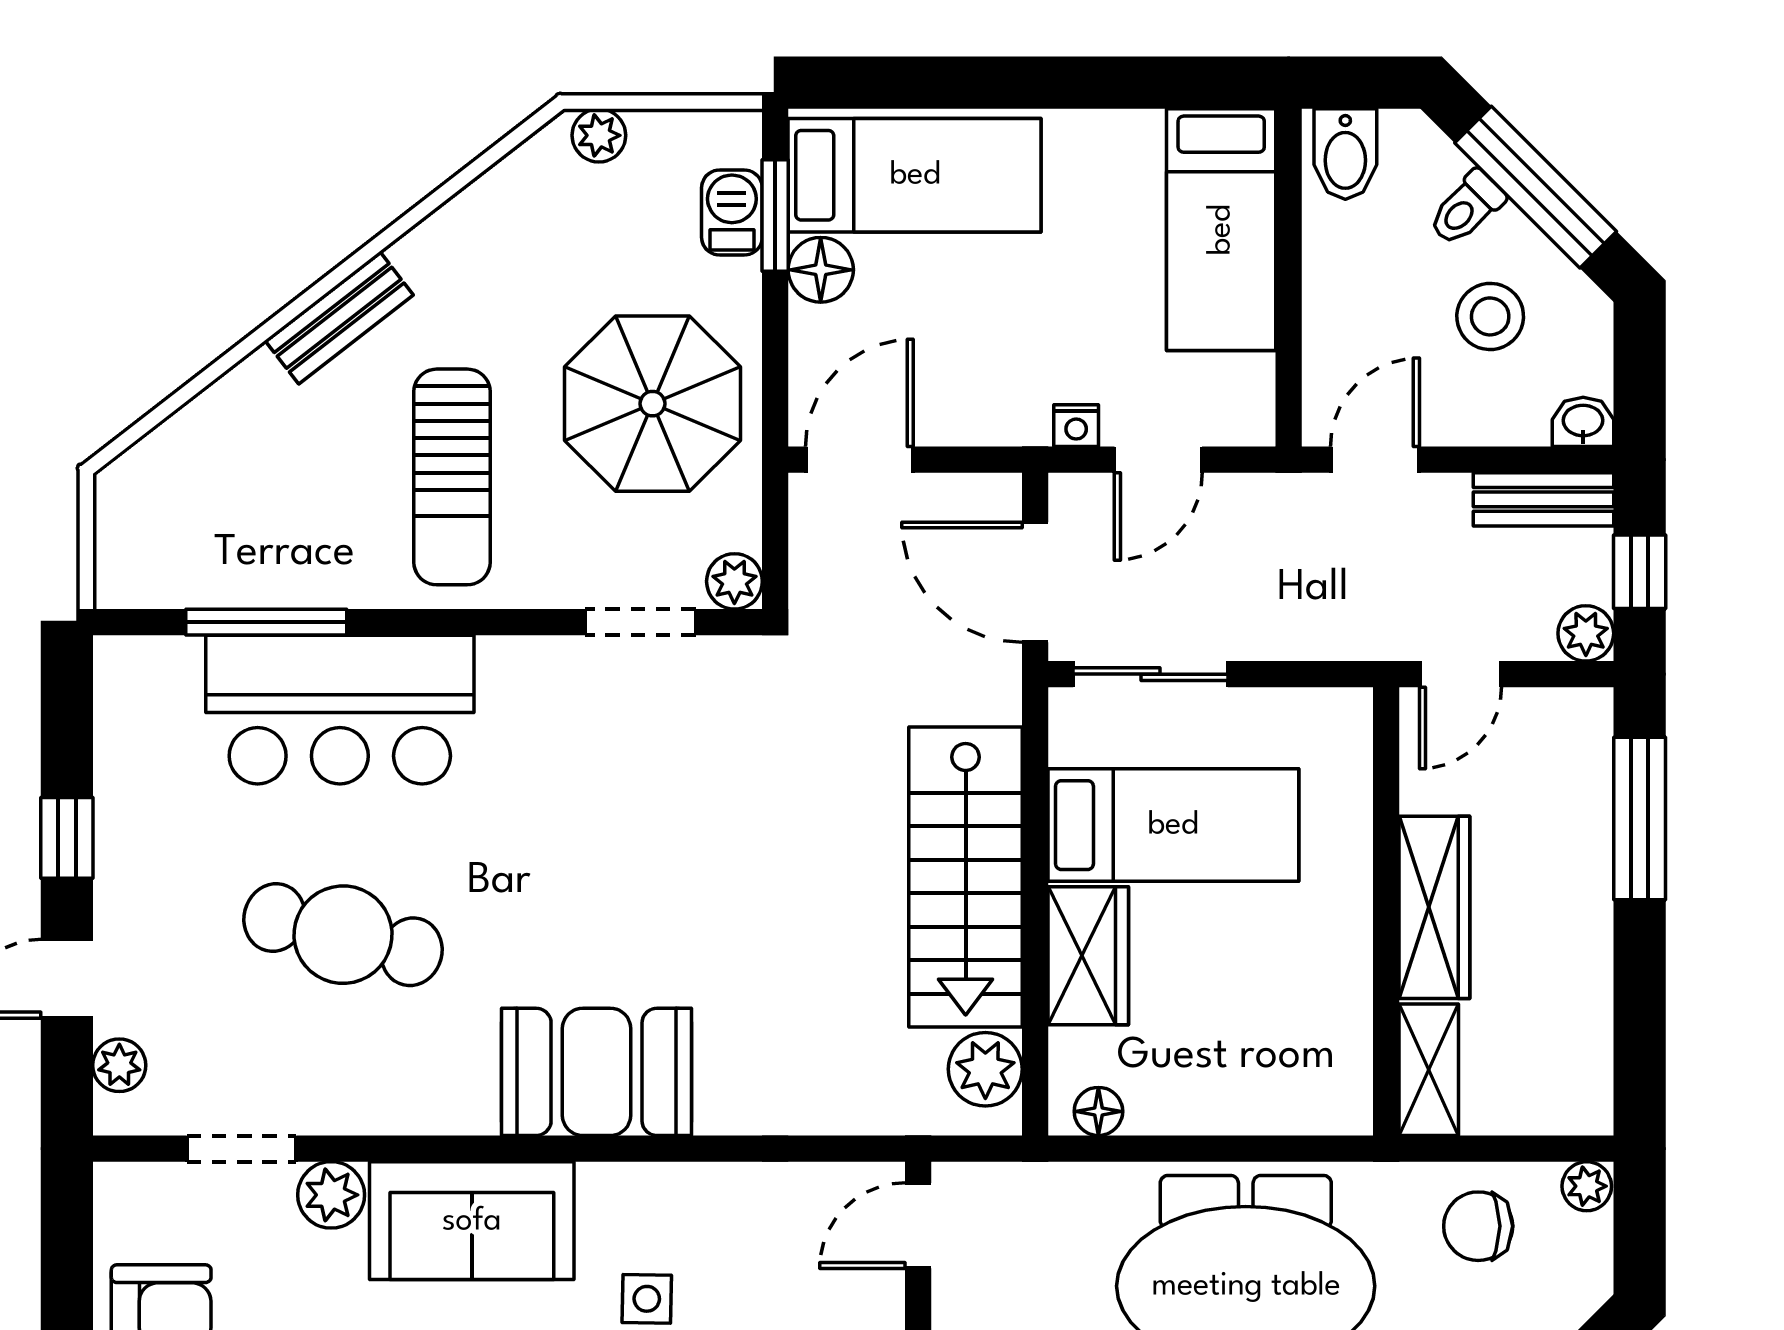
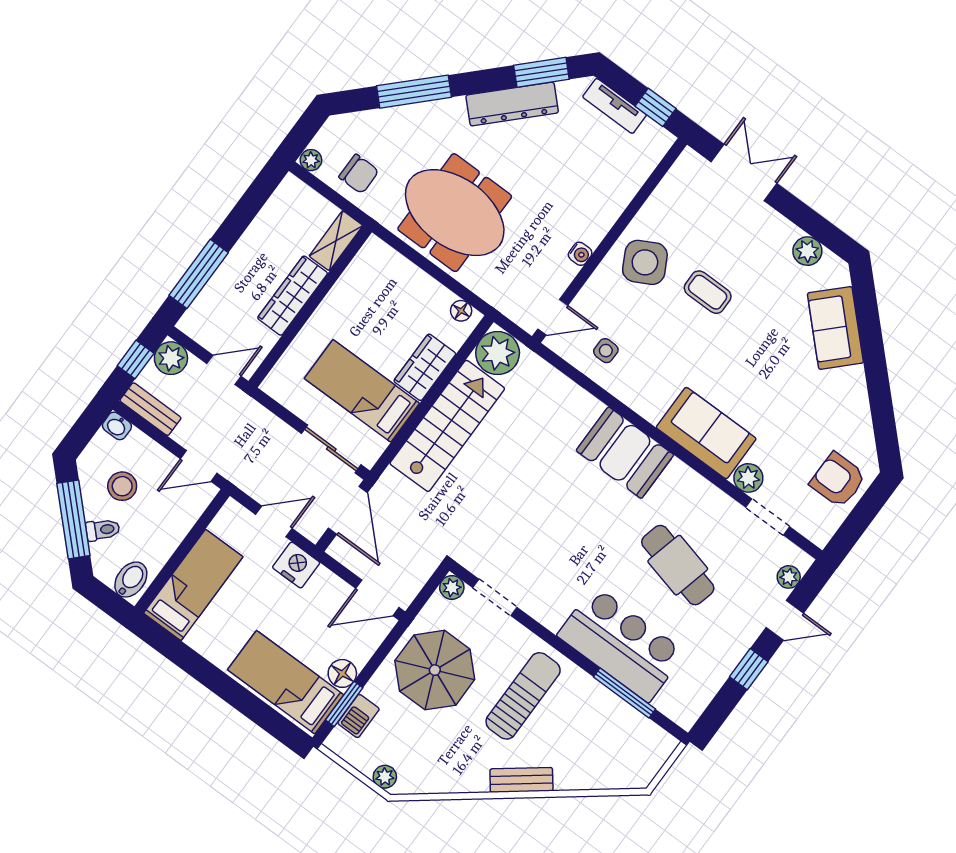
nightstand: (1076, 426) -> (296, 565), width x1.89, depth x1.79
plant: (1586, 633) -> (171, 358), width x1.38, depth x1.38
plant: (985, 1069) -> (498, 353), width x1.36, depth x1.36
side table: (647, 1299) -> (606, 351), moved

